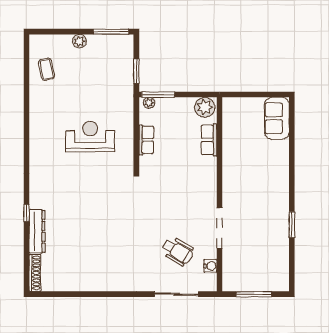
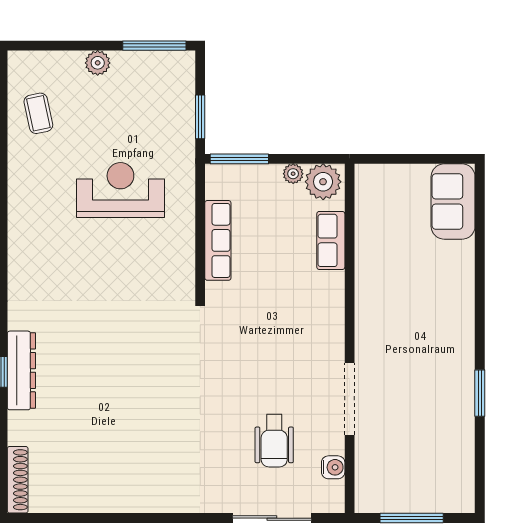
plant: (149, 103) -> (293, 174), moved
reception desk: (90, 137) -> (120, 190), moved
row of seats: (146, 140) -> (218, 240), width x1.48
dresser: (37, 231) -> (21, 370), moved
wheelchair: (178, 251) -> (274, 441), turned 59

